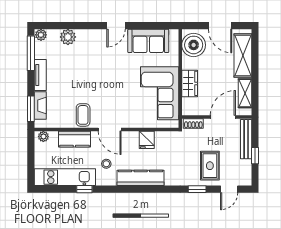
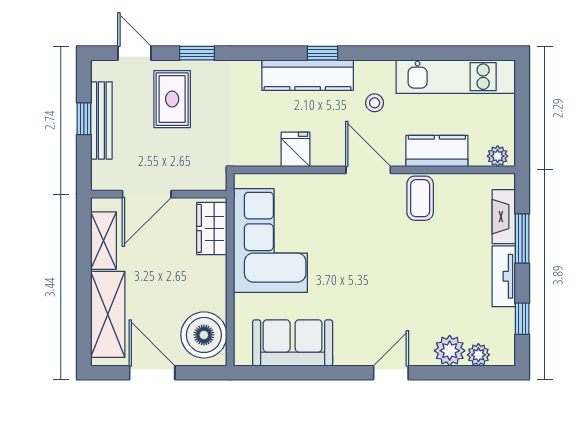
door: (116, 26) -> (391, 373), moved
plant: (41, 35) -> (478, 355), moved
window: (31, 53) -> (522, 319), width x0.46
wardrobe: (190, 83) -> (212, 228), moved
window: (31, 109) -> (522, 239), moved
shoe rack: (193, 124) -> (204, 181), removed
bench: (246, 139) -> (101, 120), moved
window: (84, 189) -> (323, 53), moved
door: (229, 189) -> (134, 53), hinge flipped

